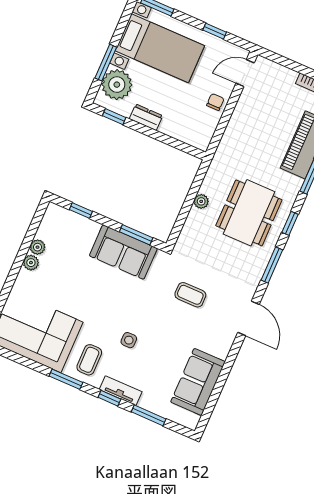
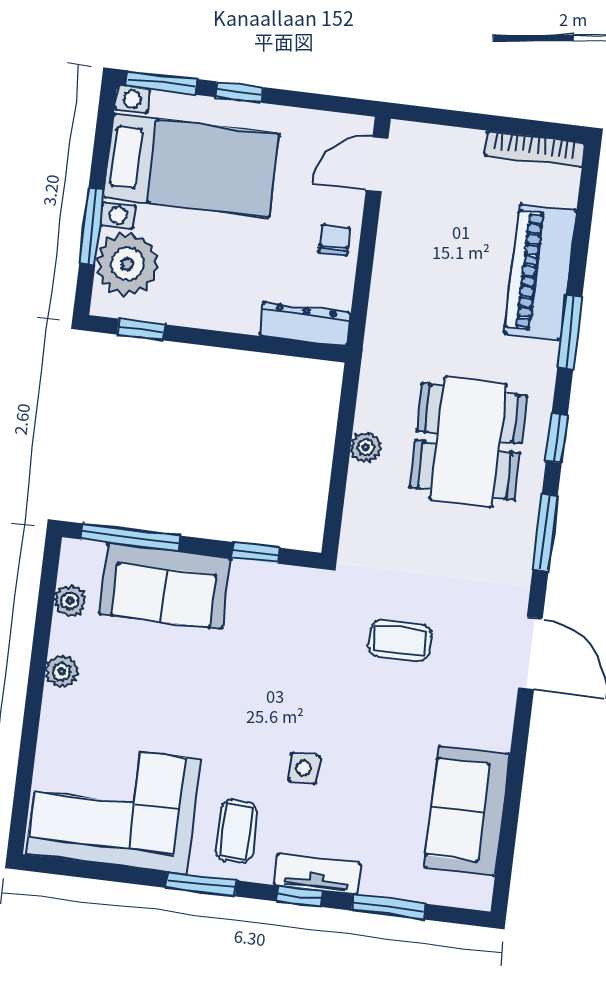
window: (215, 31) -> (239, 92), moved
dresser: (146, 117) -> (305, 324), moved, width x1.44
window: (81, 211) -> (131, 537), width x2.17
window: (136, 235) -> (255, 553), width x0.67
plant: (38, 247) -> (70, 601), moved
sofa: (123, 252) -> (165, 586), moved

